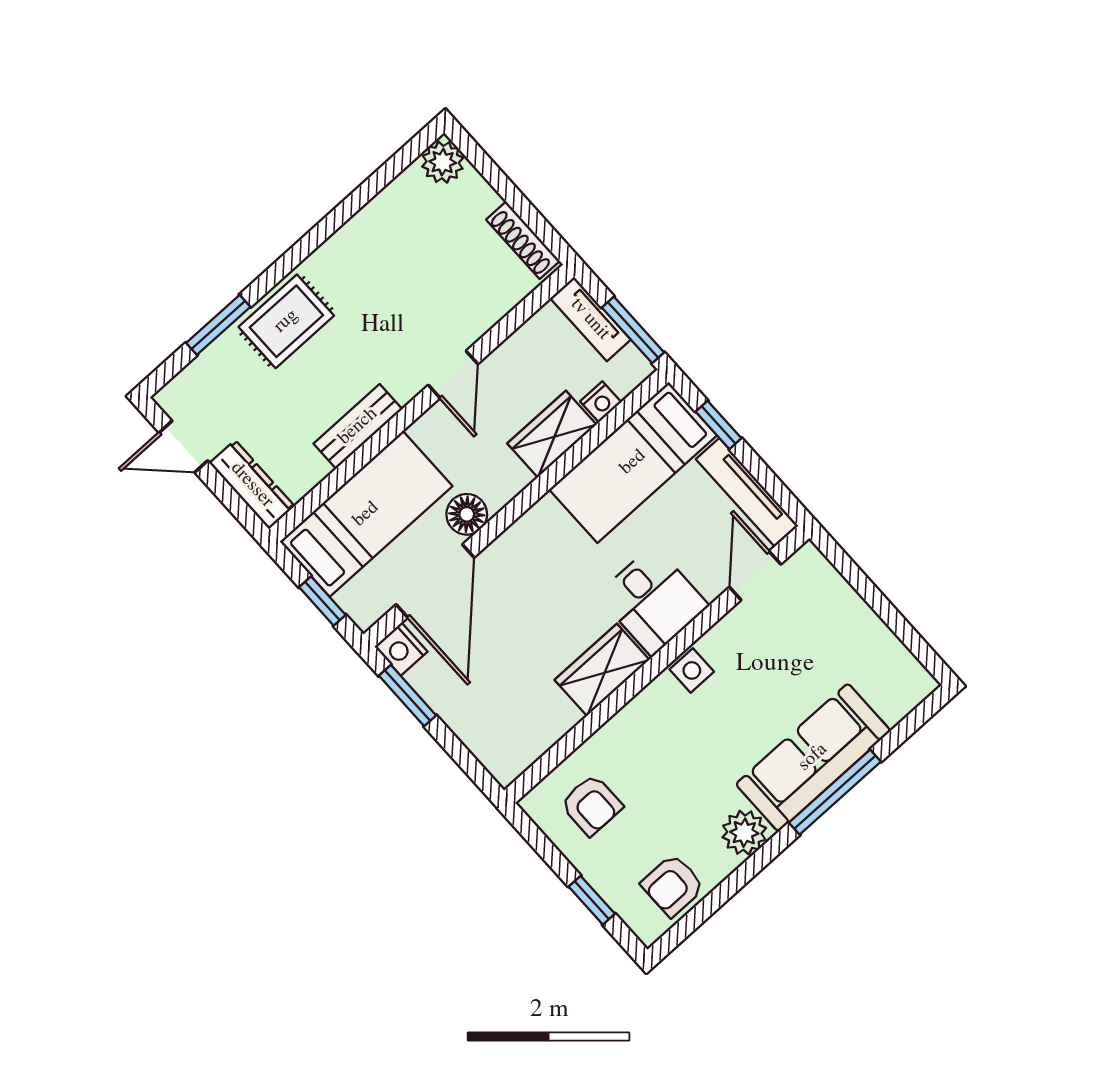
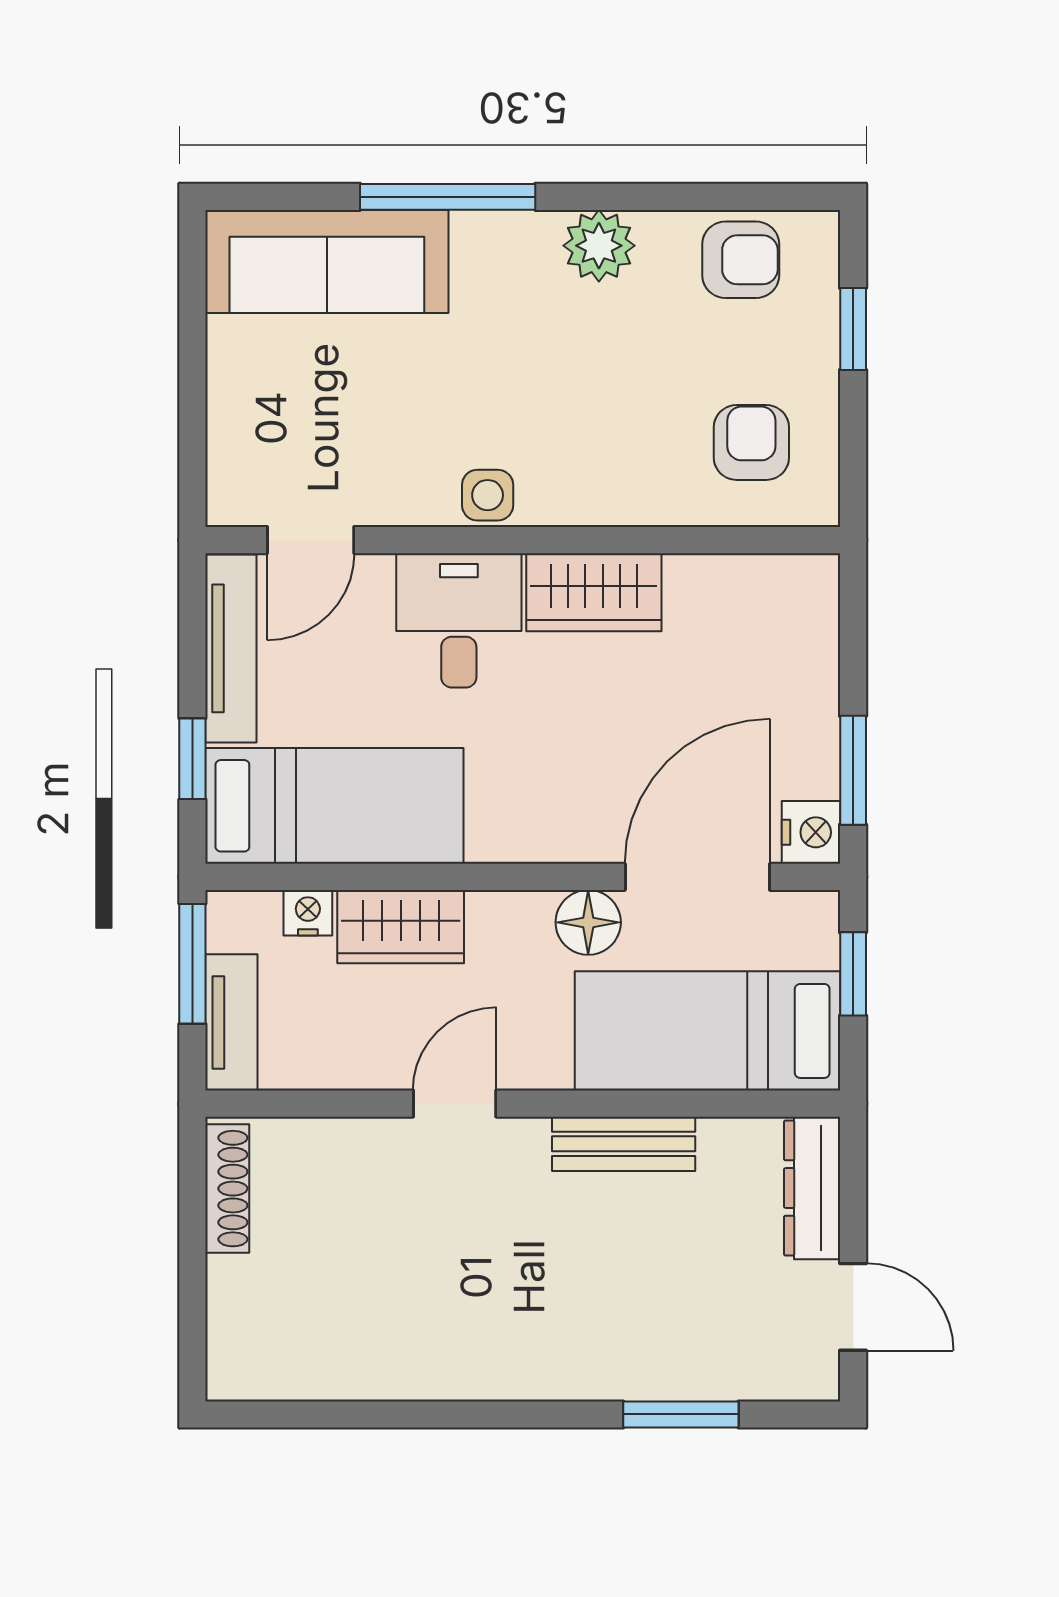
plant: (443, 162) -> (239, 1368), removed
rug: (286, 321) -> (596, 1346), removed
sofa: (813, 757) -> (327, 261), moved

